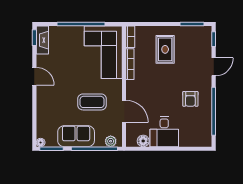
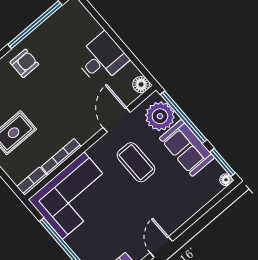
armchair: (190, 99) -> (24, 63), moved
plant: (111, 141) -> (160, 116), width x1.88, depth x1.88
floor lamp: (143, 141) -> (141, 84), moved

